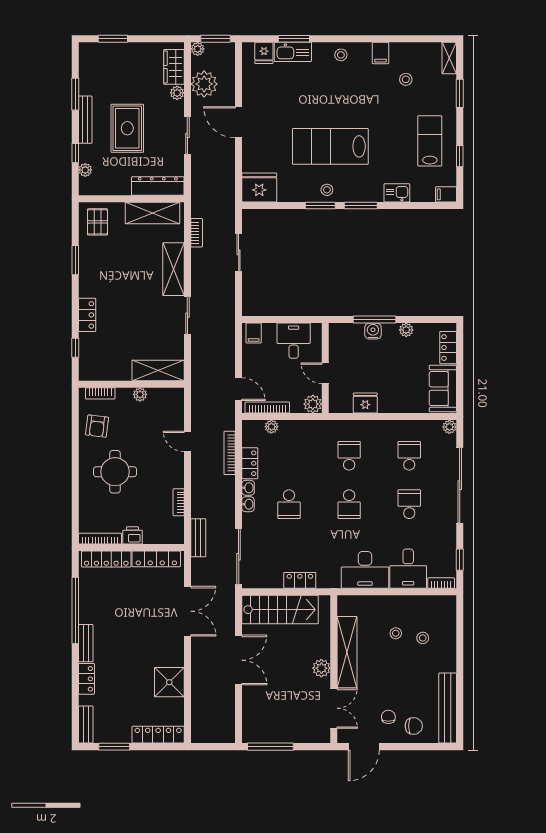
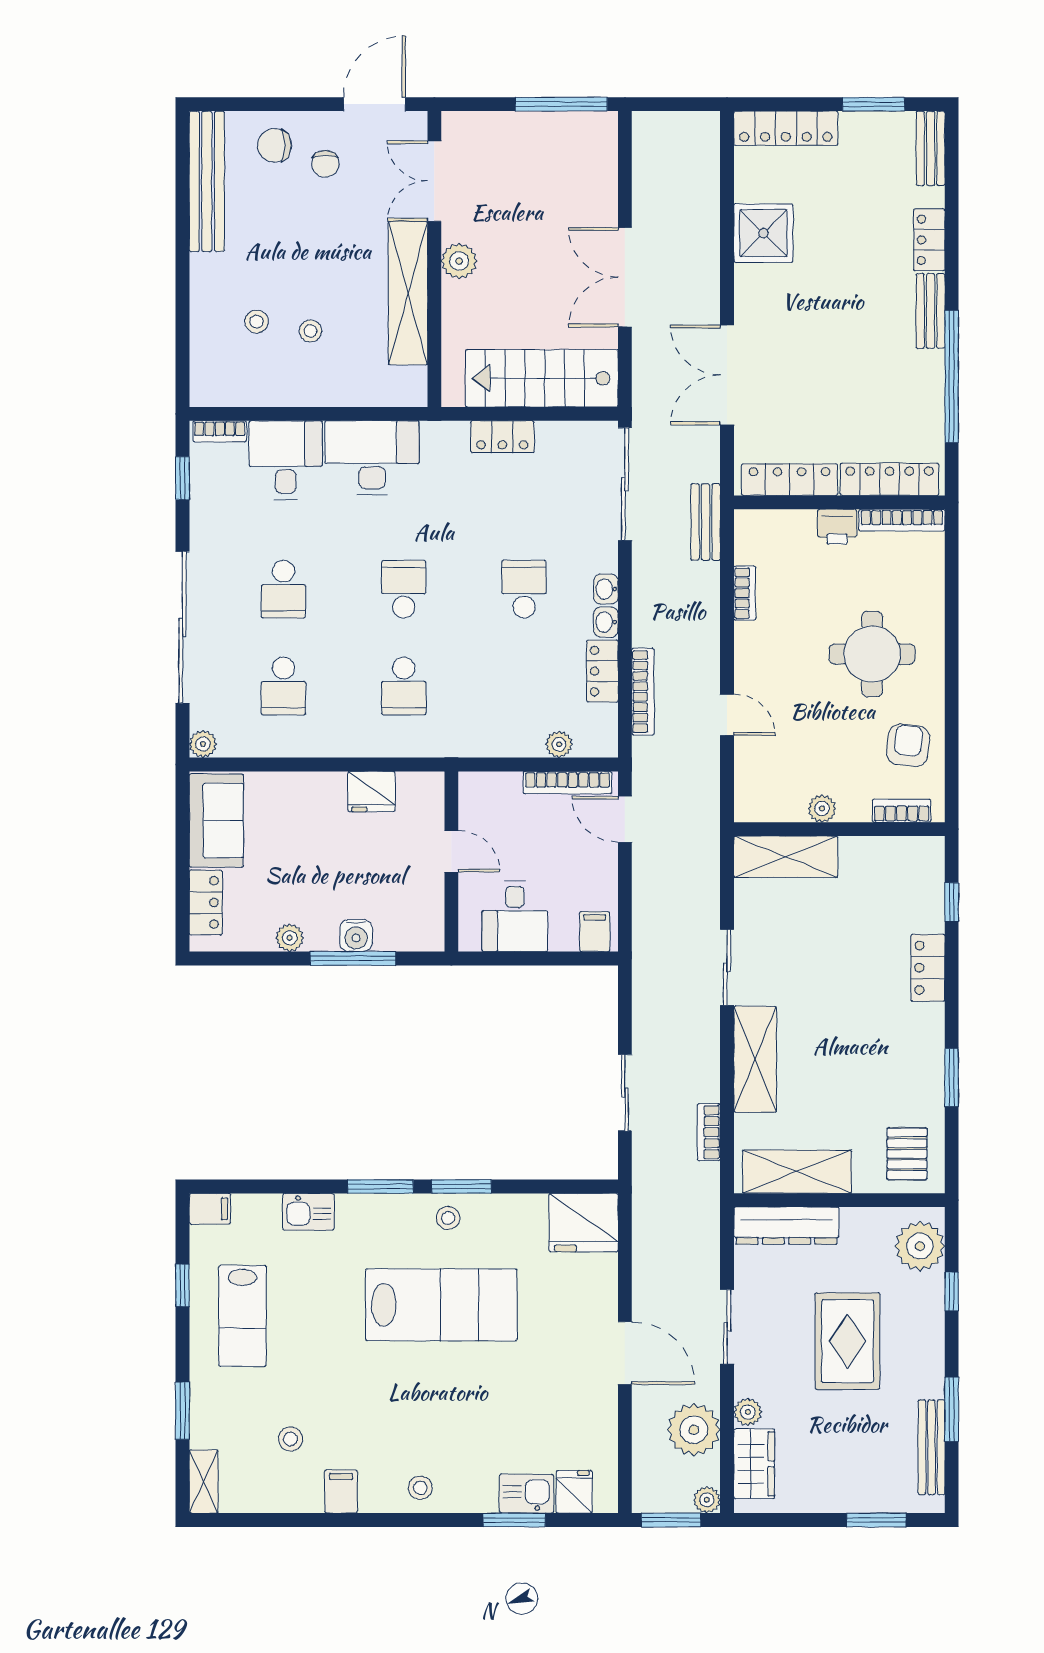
kitchen sink: (293, 52) -> (527, 1494), width x0.73
bench: (85, 120) -> (932, 1447), moved
plant: (85, 170) -> (920, 1246), width x1.88, depth x1.88
plant: (313, 404) -> (476, 789), removed

